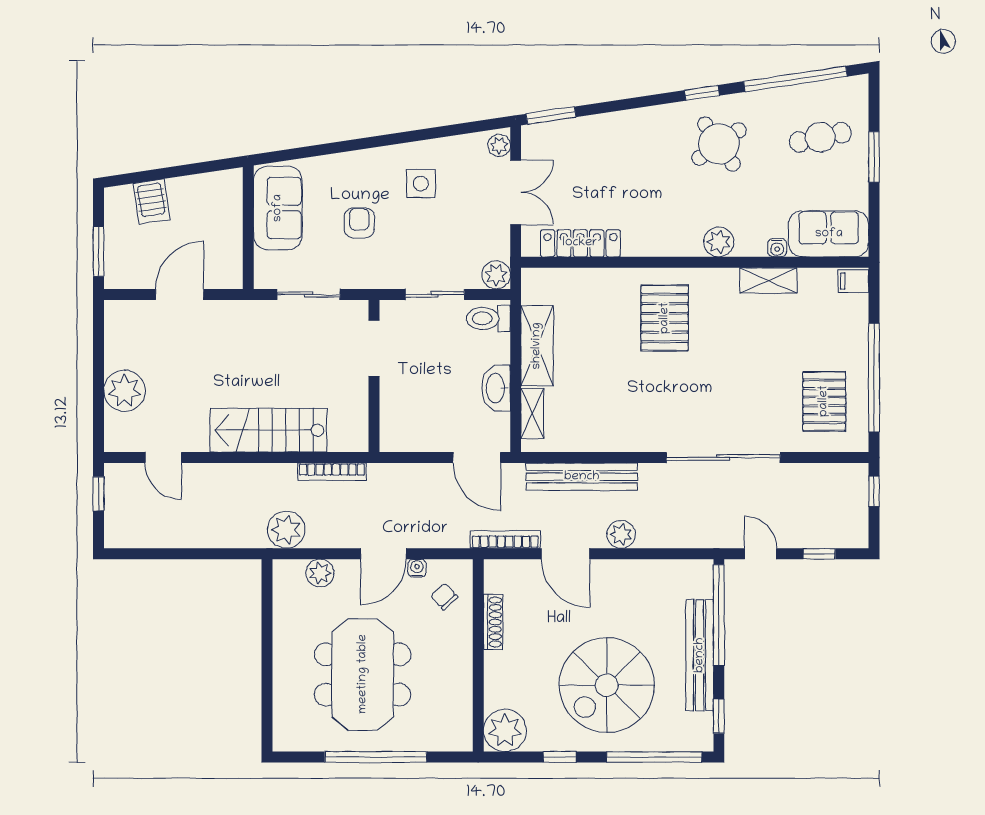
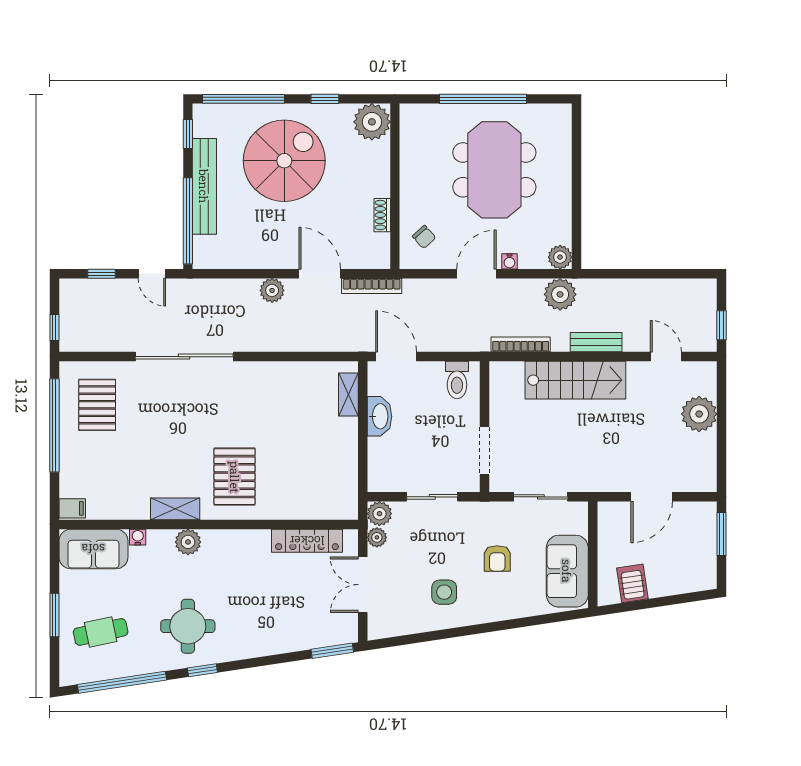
round table: (719, 144) -> (188, 626), turned 35
plant: (499, 145) -> (377, 537), moved
server rack: (151, 201) -> (632, 583), moved
shelving: (768, 280) -> (175, 509), moved
toilet: (488, 318) -> (457, 380), moved, turned 90
shelving: (537, 346) -> (344, 453), removed
bench: (582, 477) -> (596, 342), moved, width x0.54, depth x0.82
water cooler: (417, 568) -> (509, 261), moved
plant: (320, 573) -> (560, 257), moved
shoe rack: (493, 622) -> (382, 215), width x0.70

